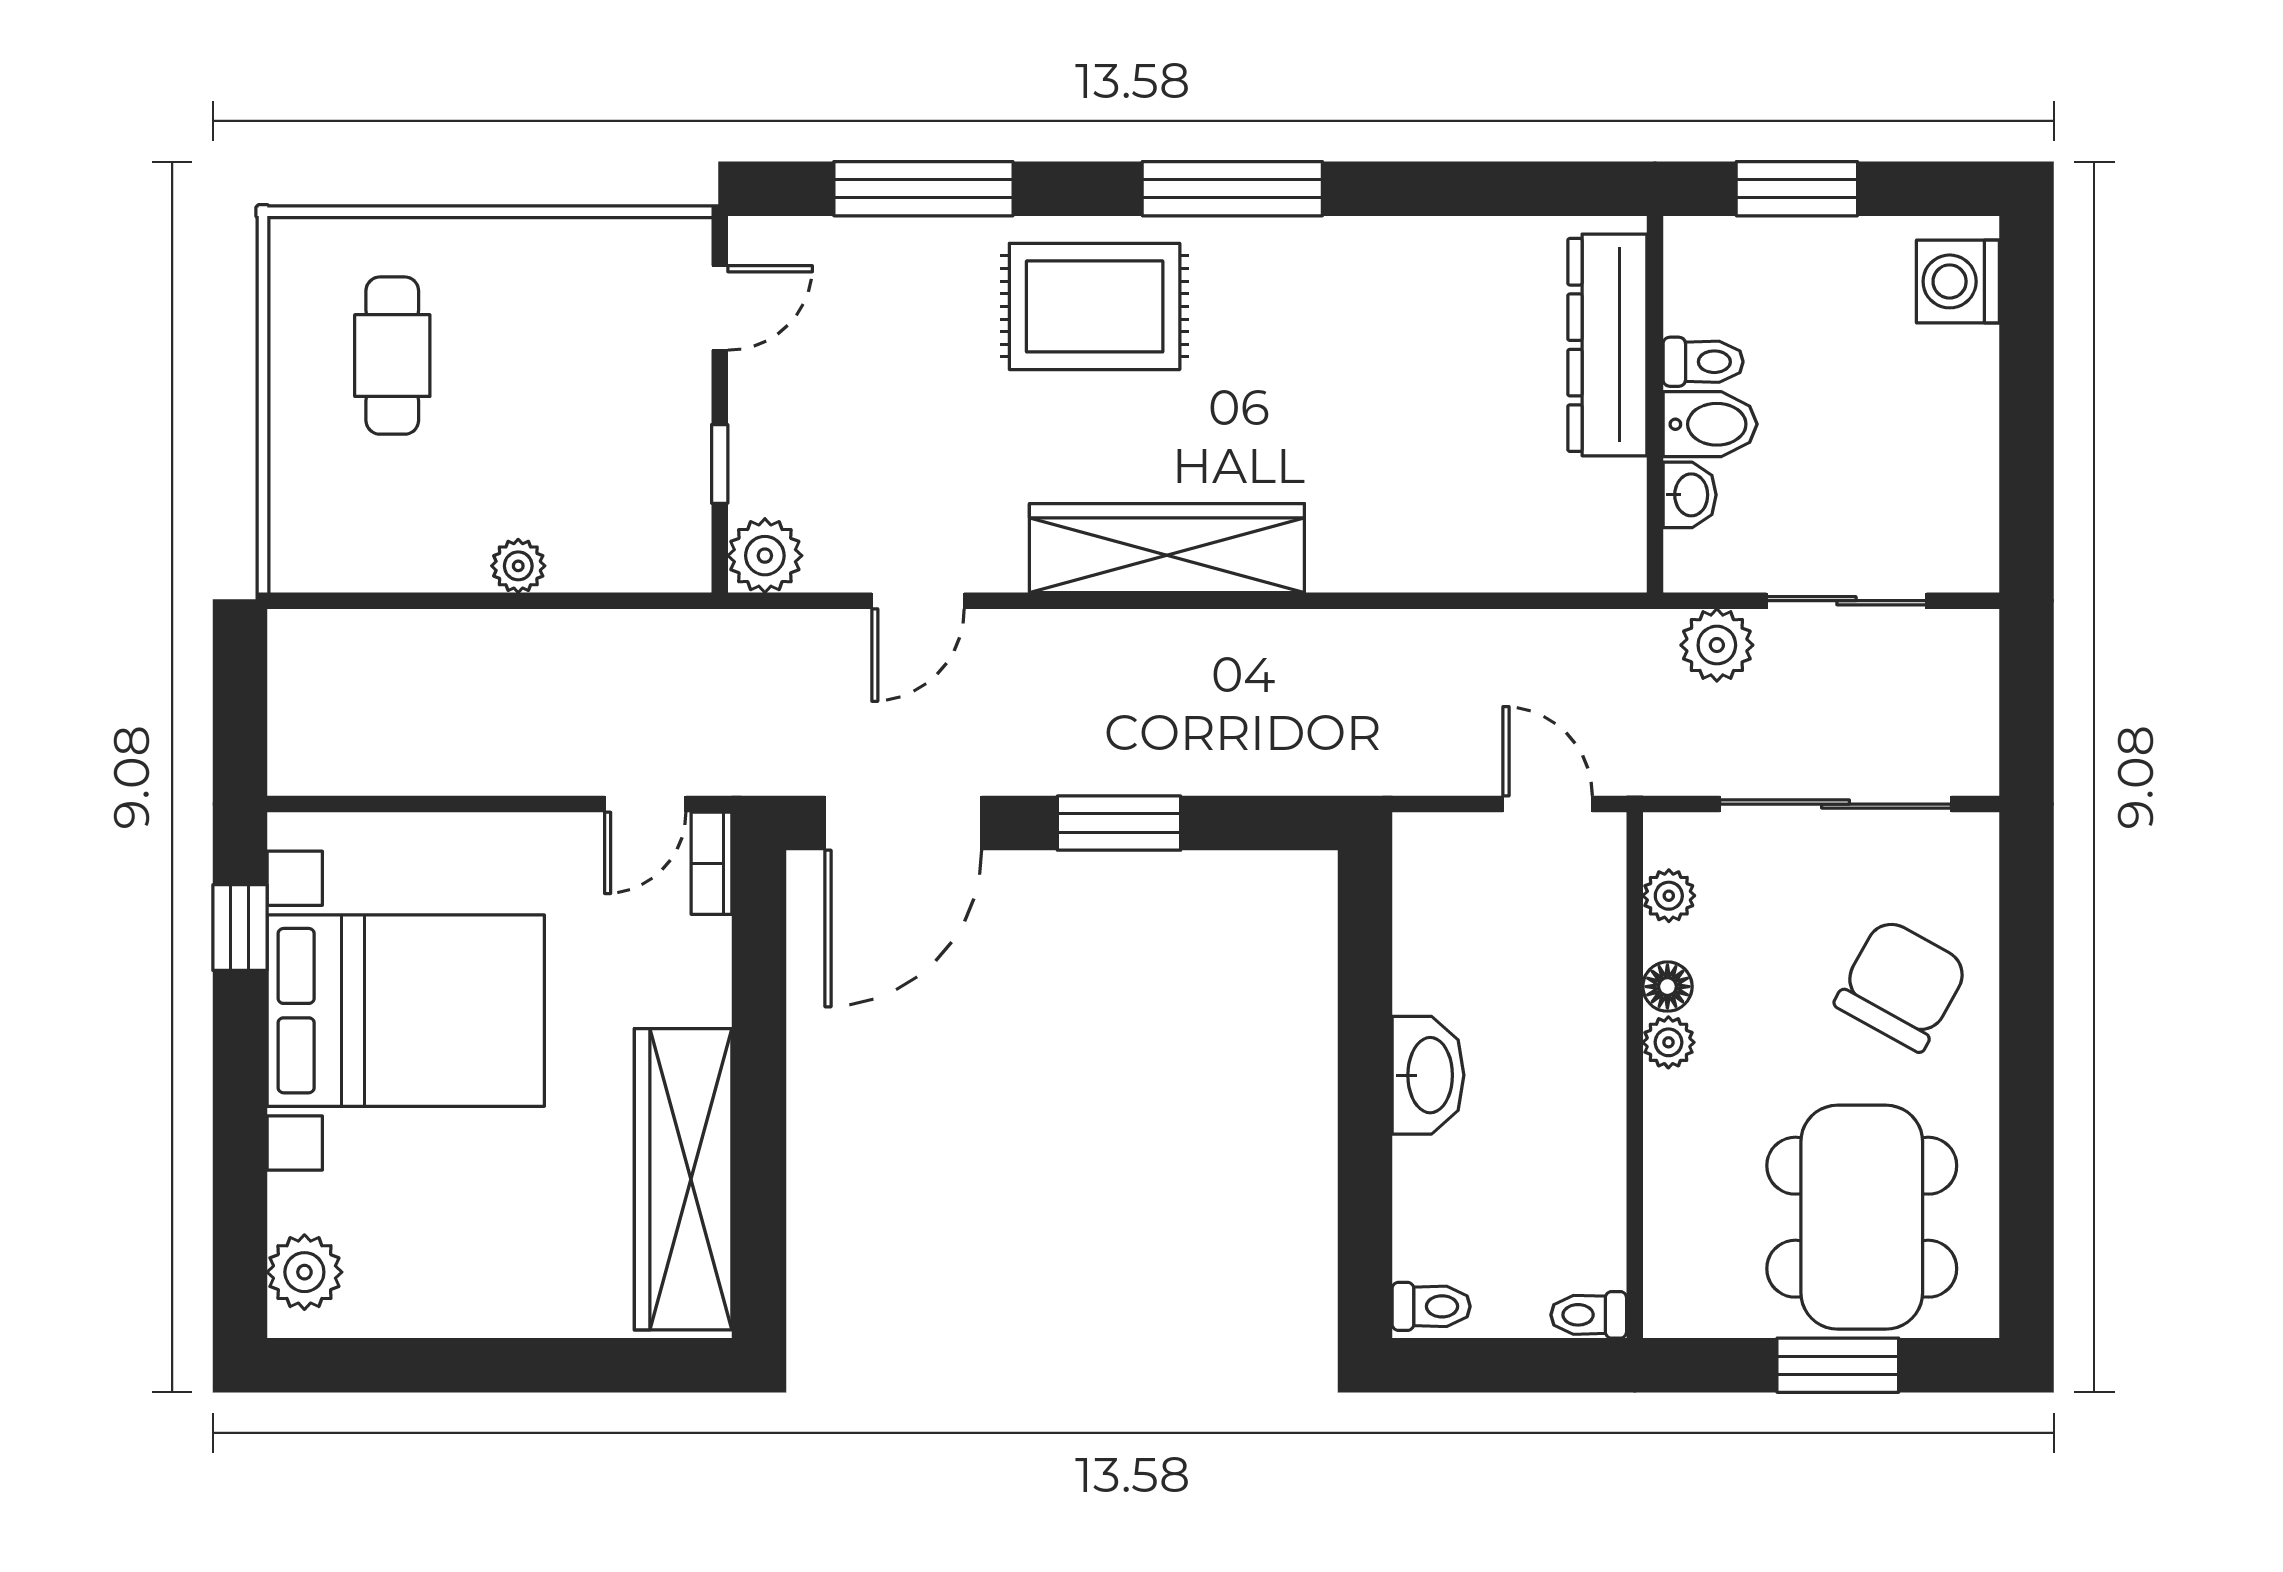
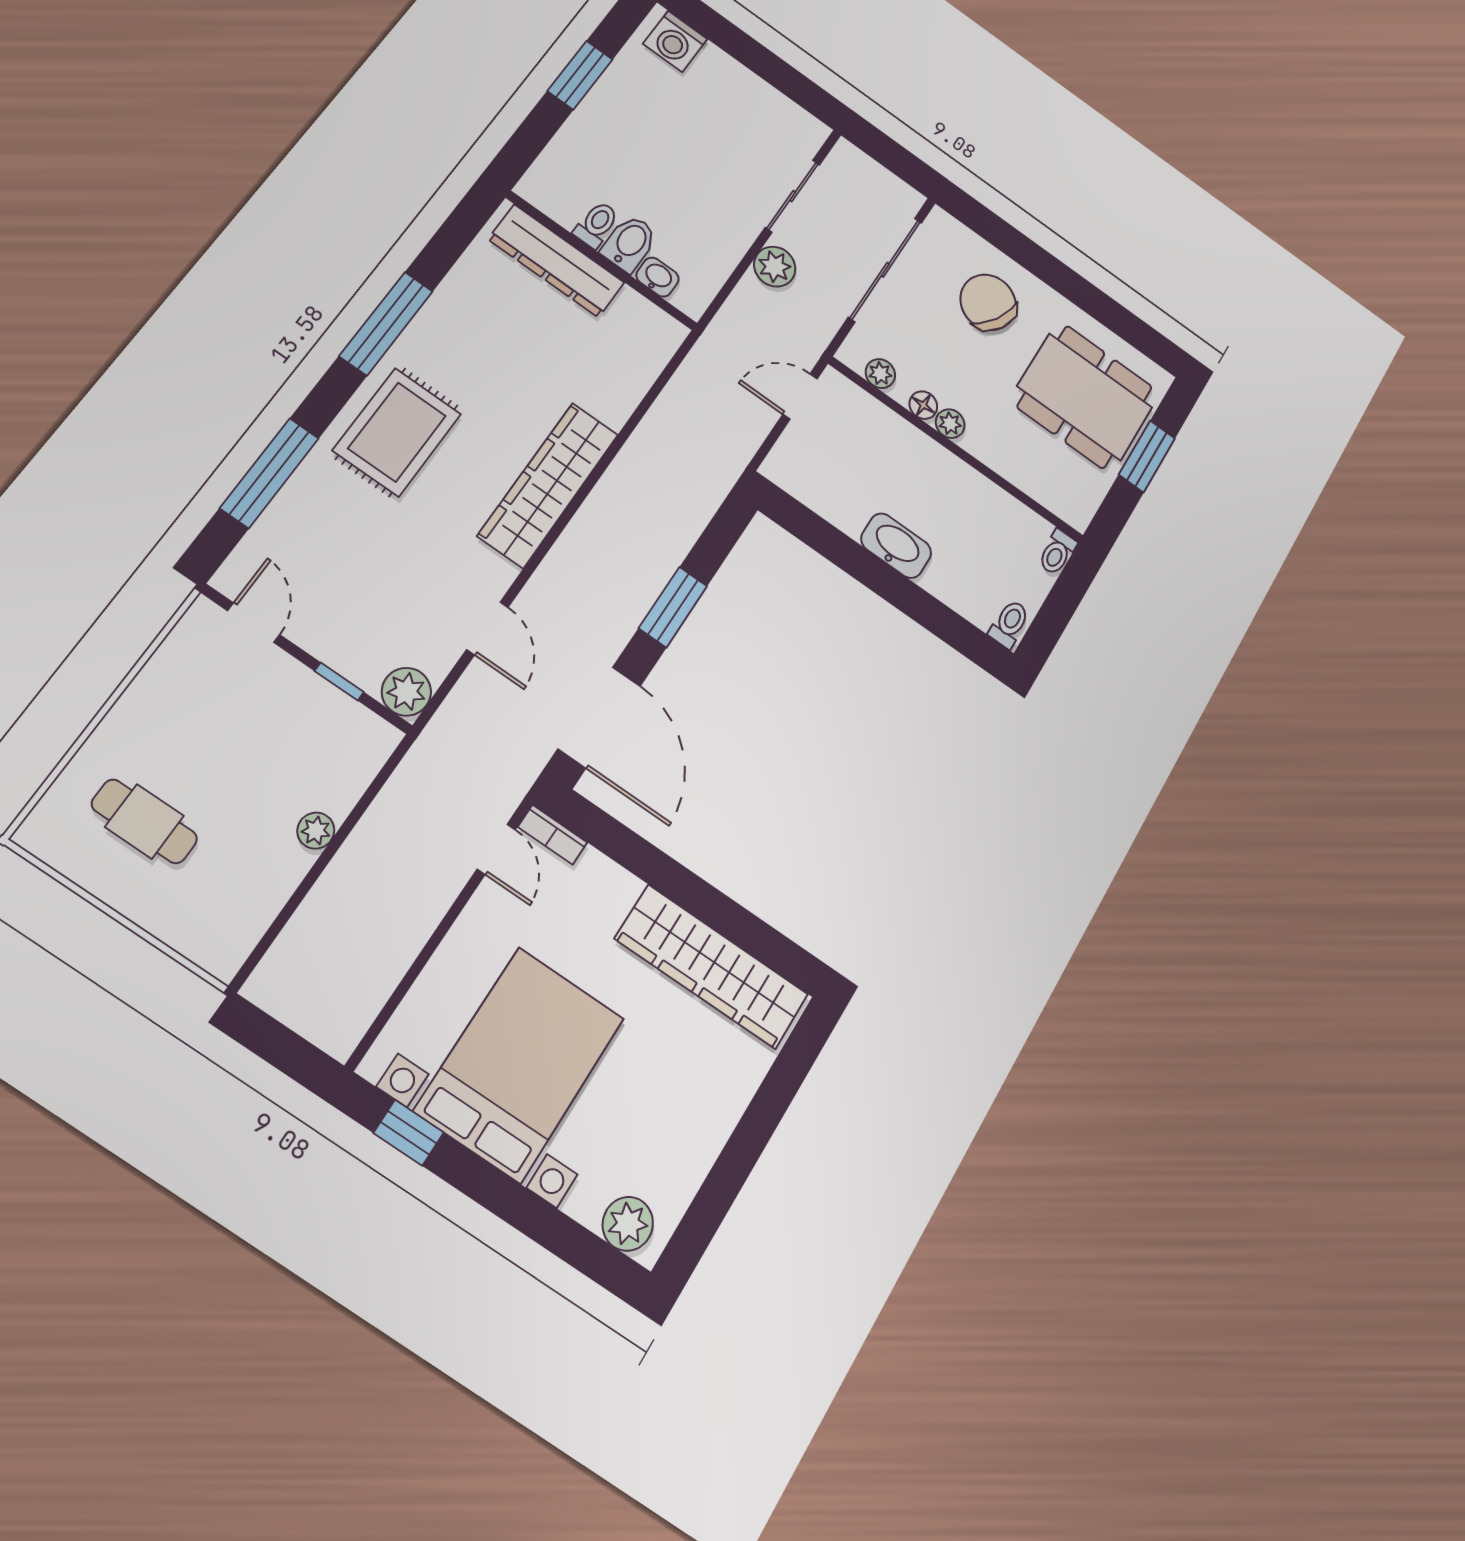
dresser: (1607, 345) -> (556, 261), moved
toilet: (1703, 362) -> (596, 225), moved
wall: (1655, 404) -> (602, 261), moved
bidet: (1710, 424) -> (629, 243), moved
washbasin: (1690, 495) -> (658, 277), moved

